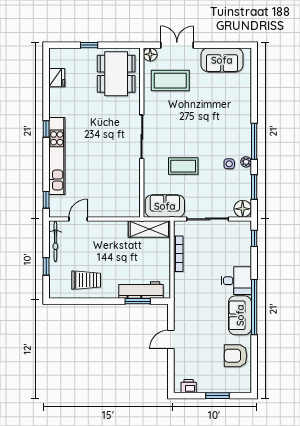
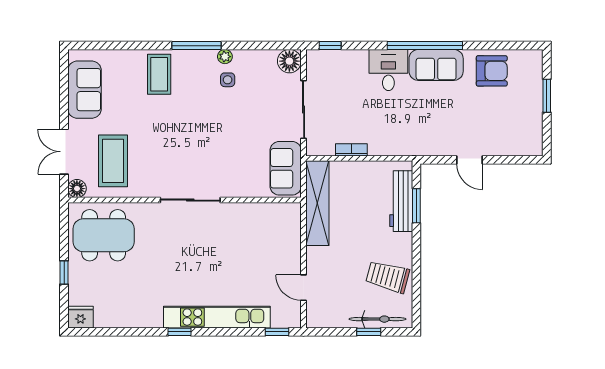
fridge: (57, 78) -> (80, 317), moved
coffee table: (183, 166) -> (159, 74), moved
window: (254, 187) -> (259, 46), removed
shelving: (149, 229) -> (317, 203), width x1.47
bicycle: (55, 241) -> (378, 319), moved
bookcase: (178, 254) -> (351, 150), width x0.64
trolley: (86, 280) -> (388, 277), turned -75
armchair: (236, 356) -> (492, 71), turned -90
printer: (189, 386) -> (534, 136), removed

